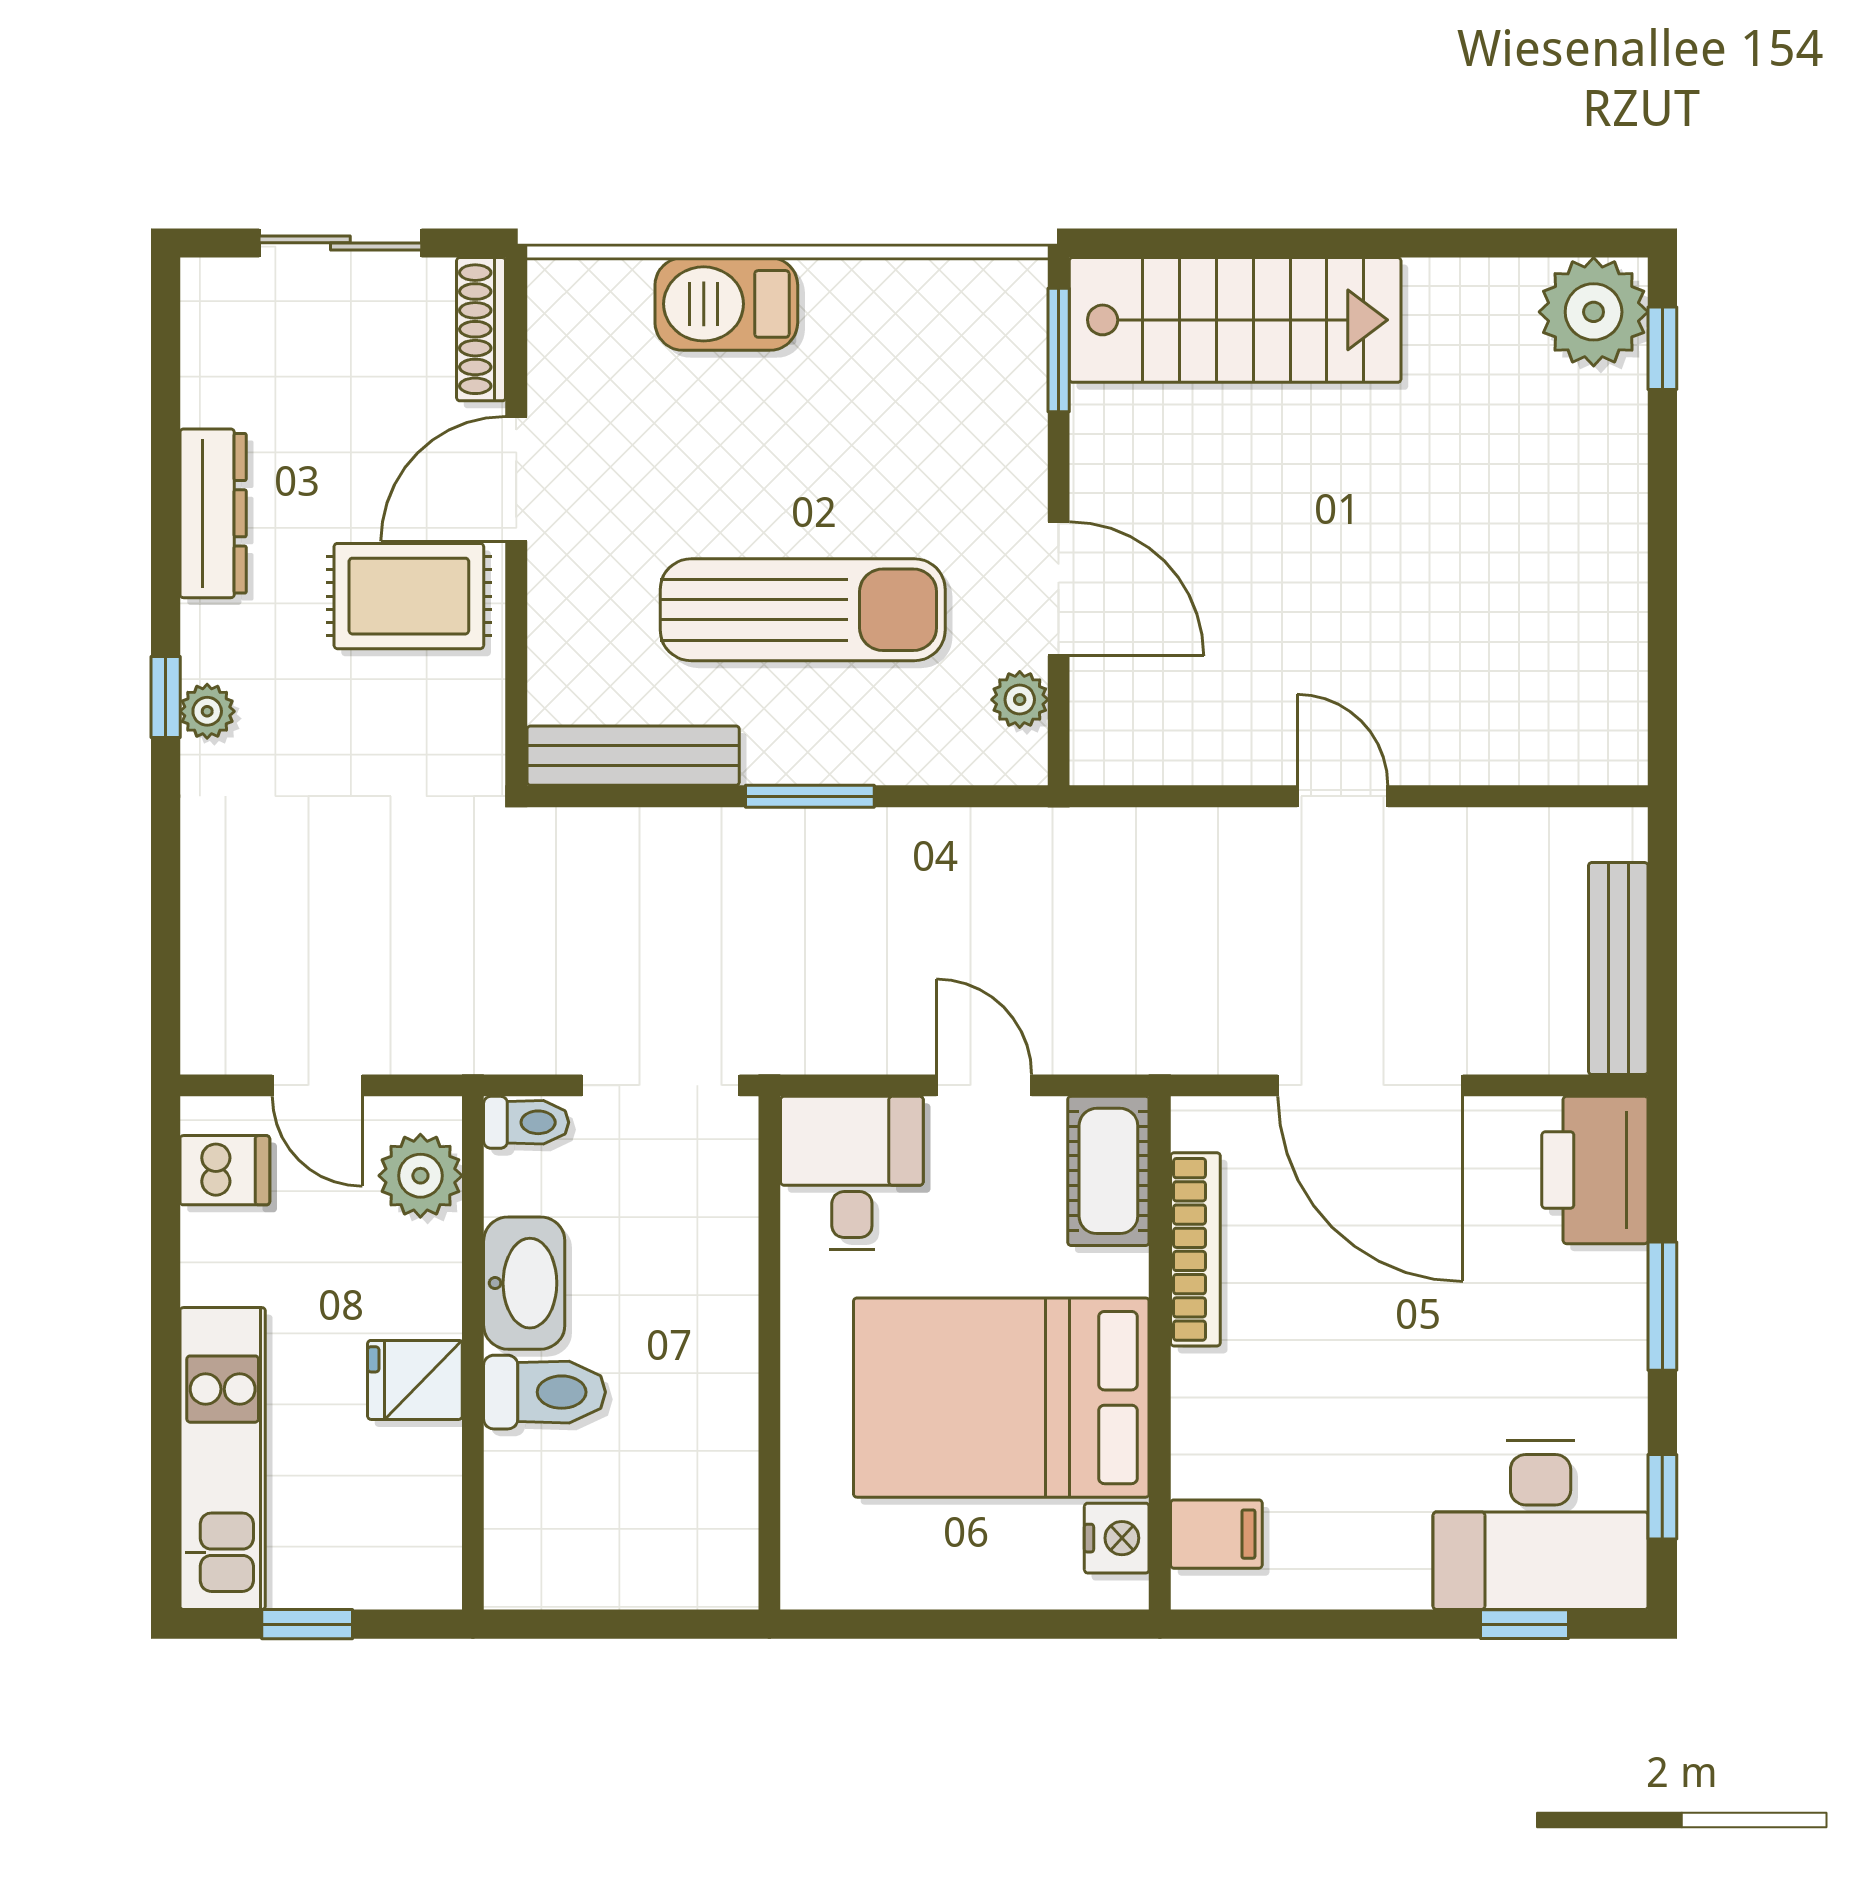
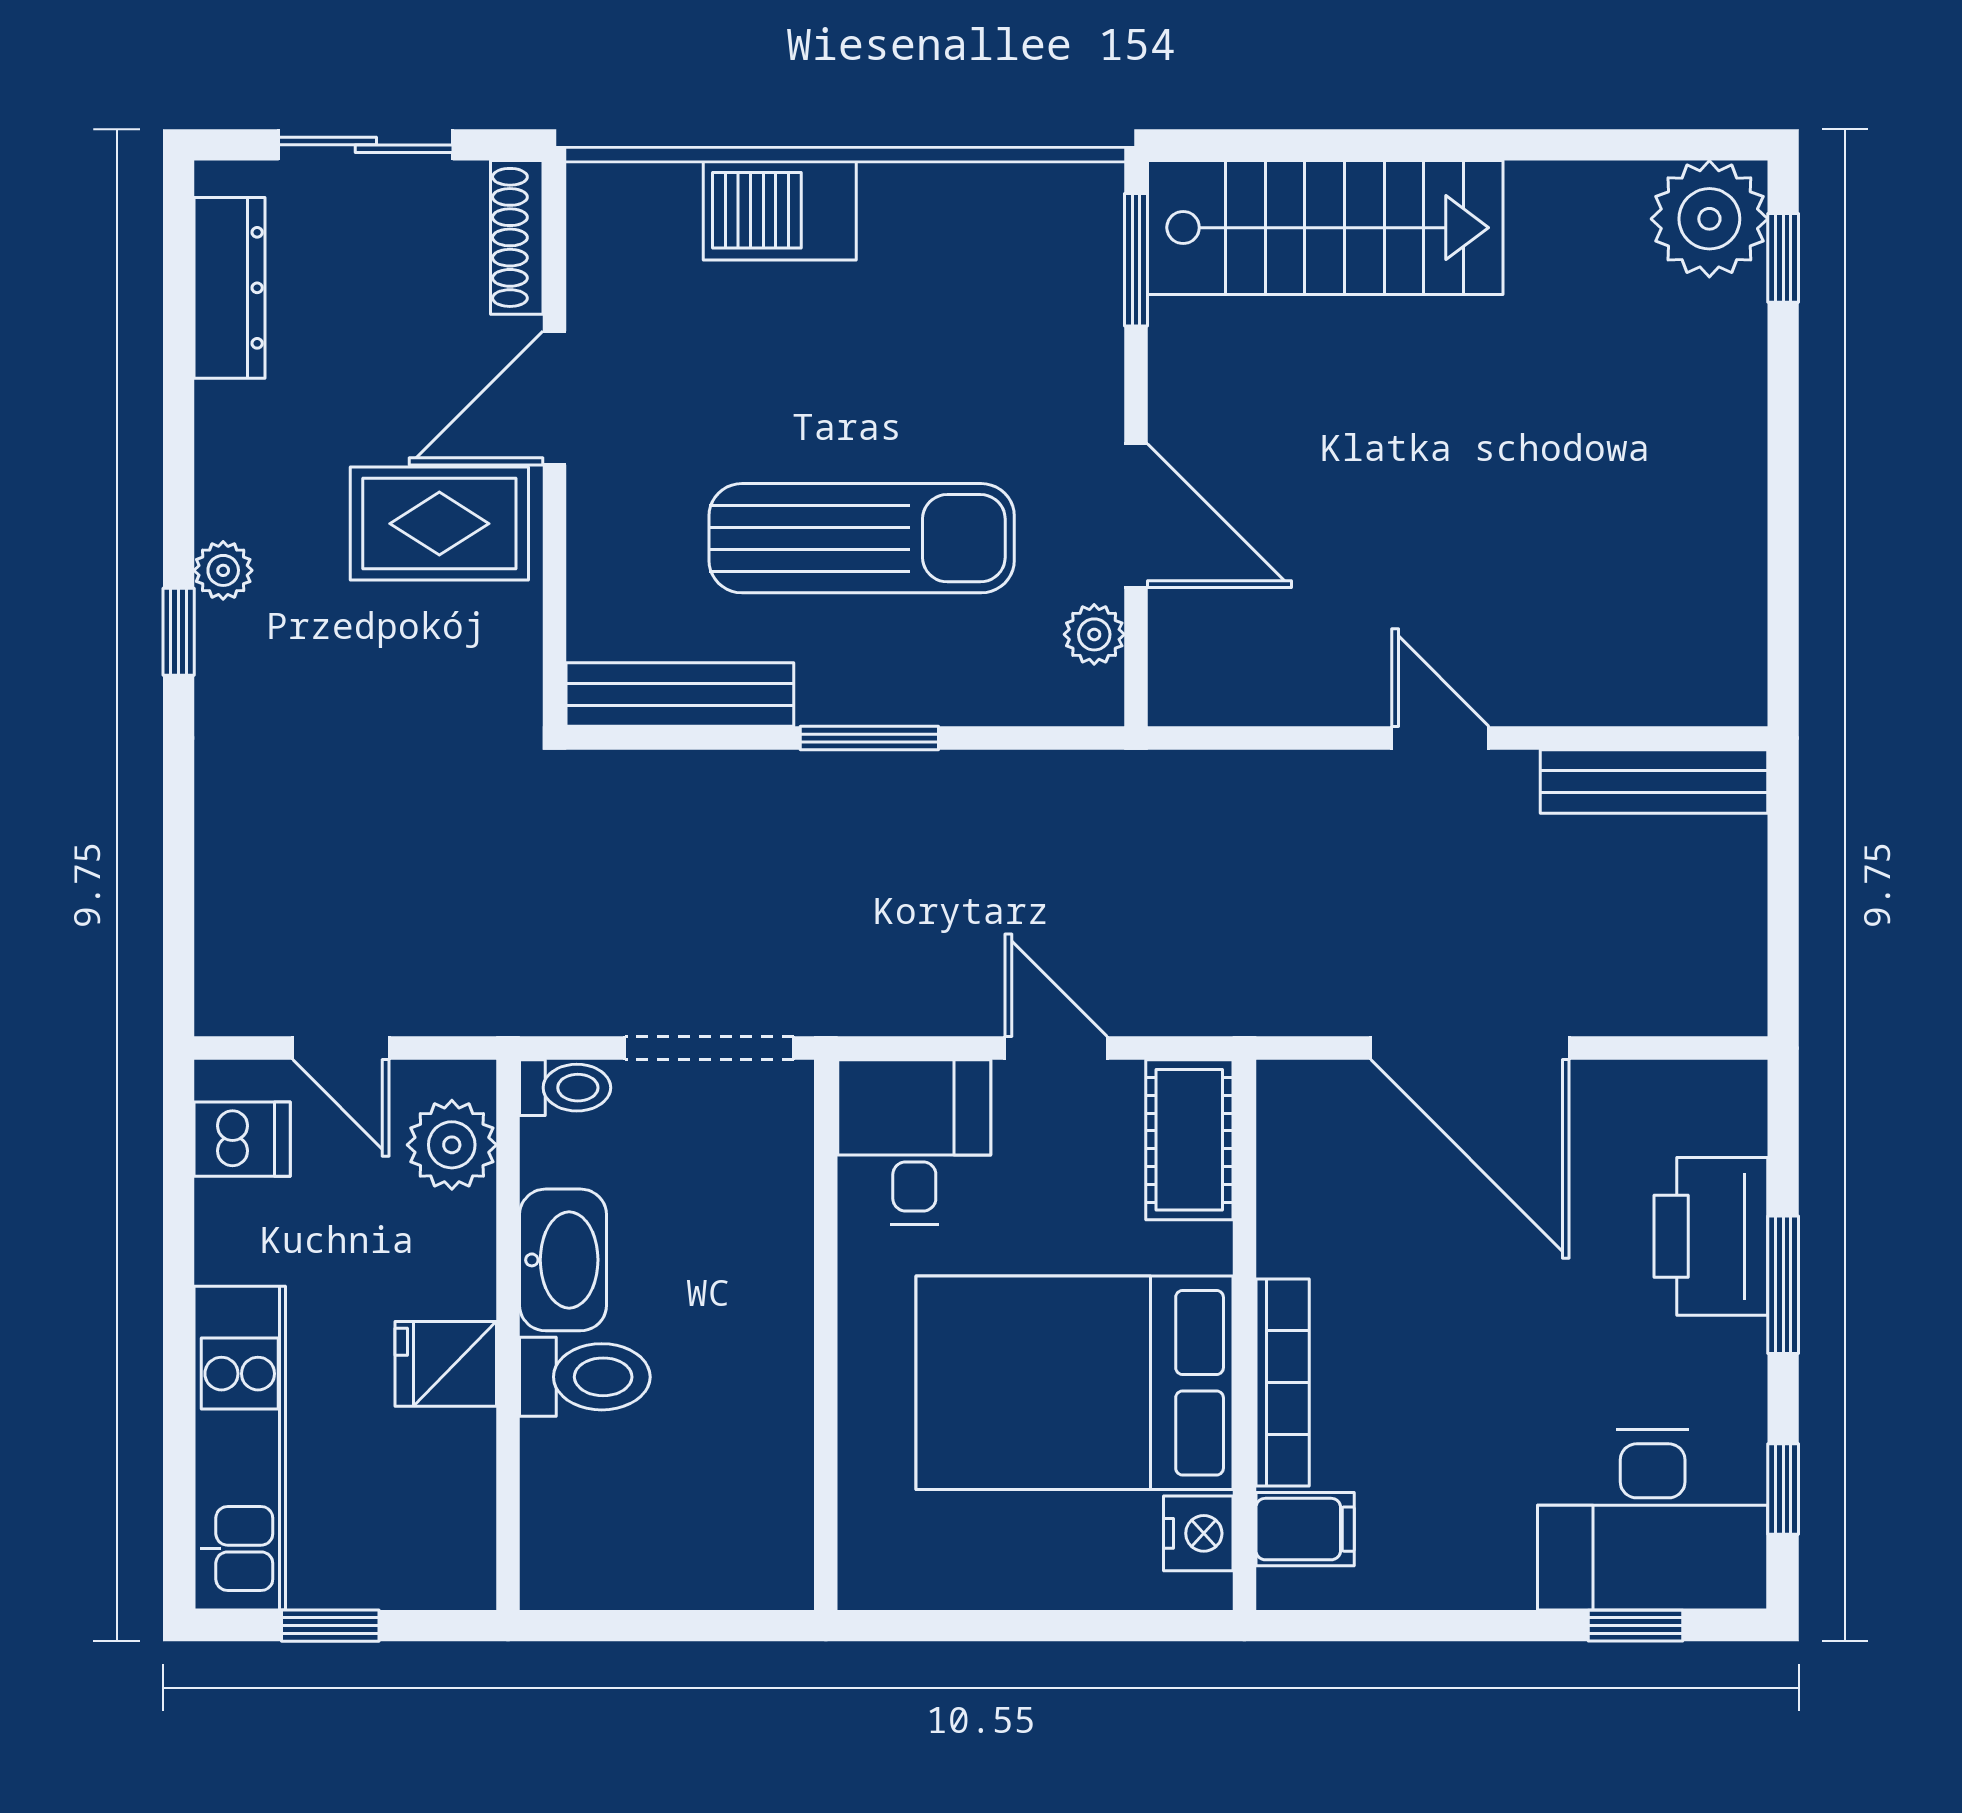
dresser: (213, 513) -> (229, 288), moved
plant: (207, 711) -> (223, 570), moved
bench: (1618, 968) -> (1654, 781), moved, turned 90
printer: (1595, 1170) -> (1711, 1236), moved
bookcase: (1195, 1249) -> (1283, 1382), moved

